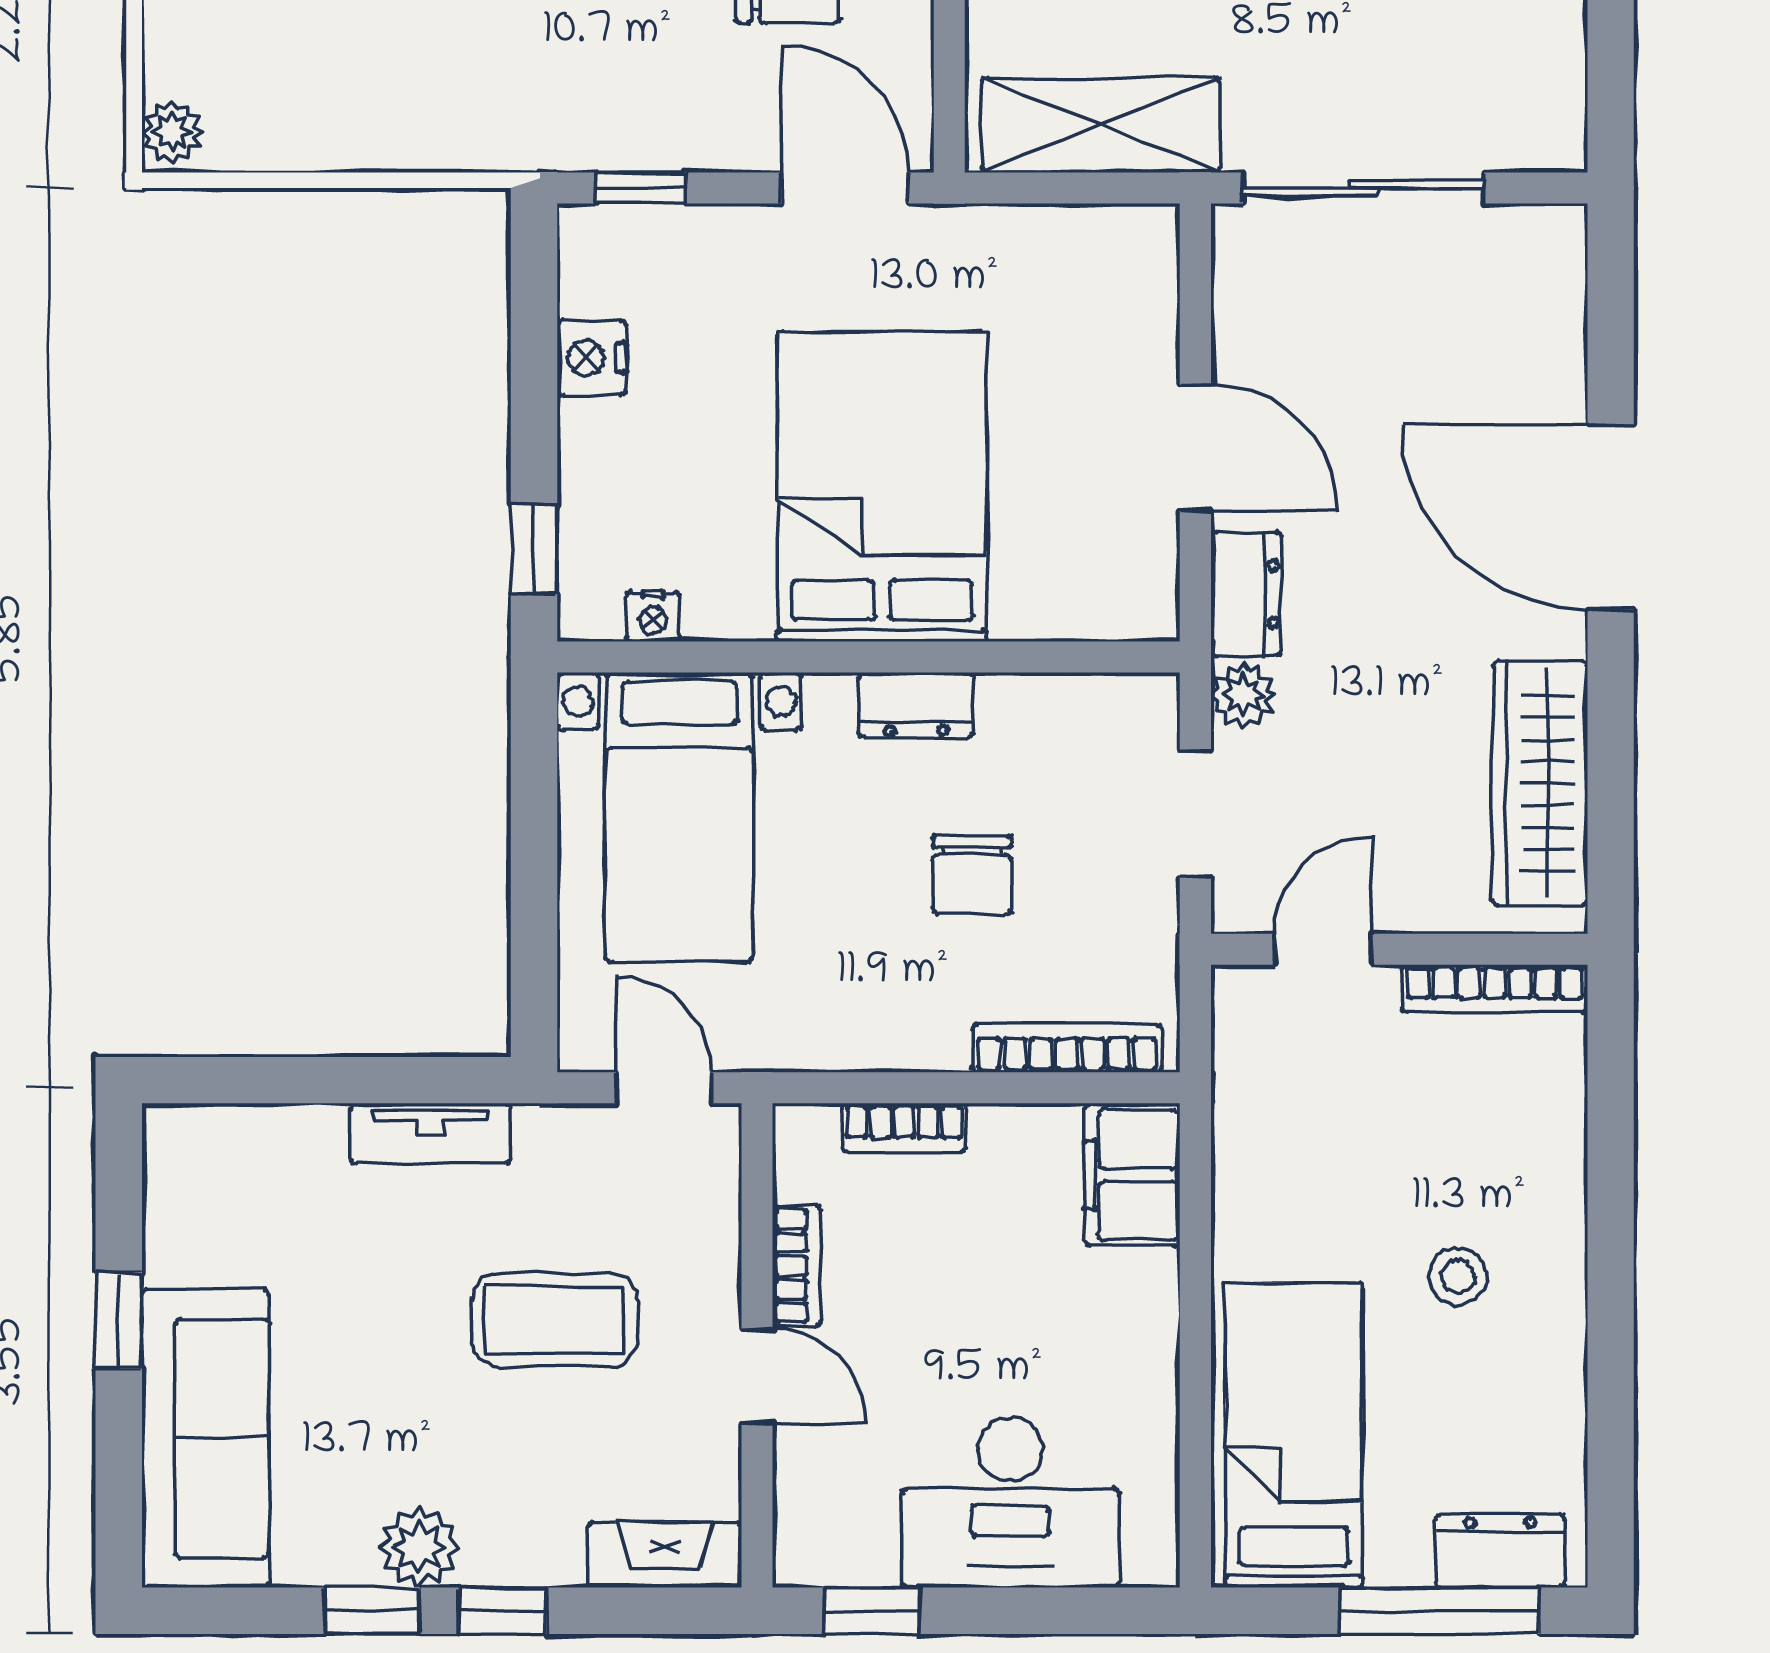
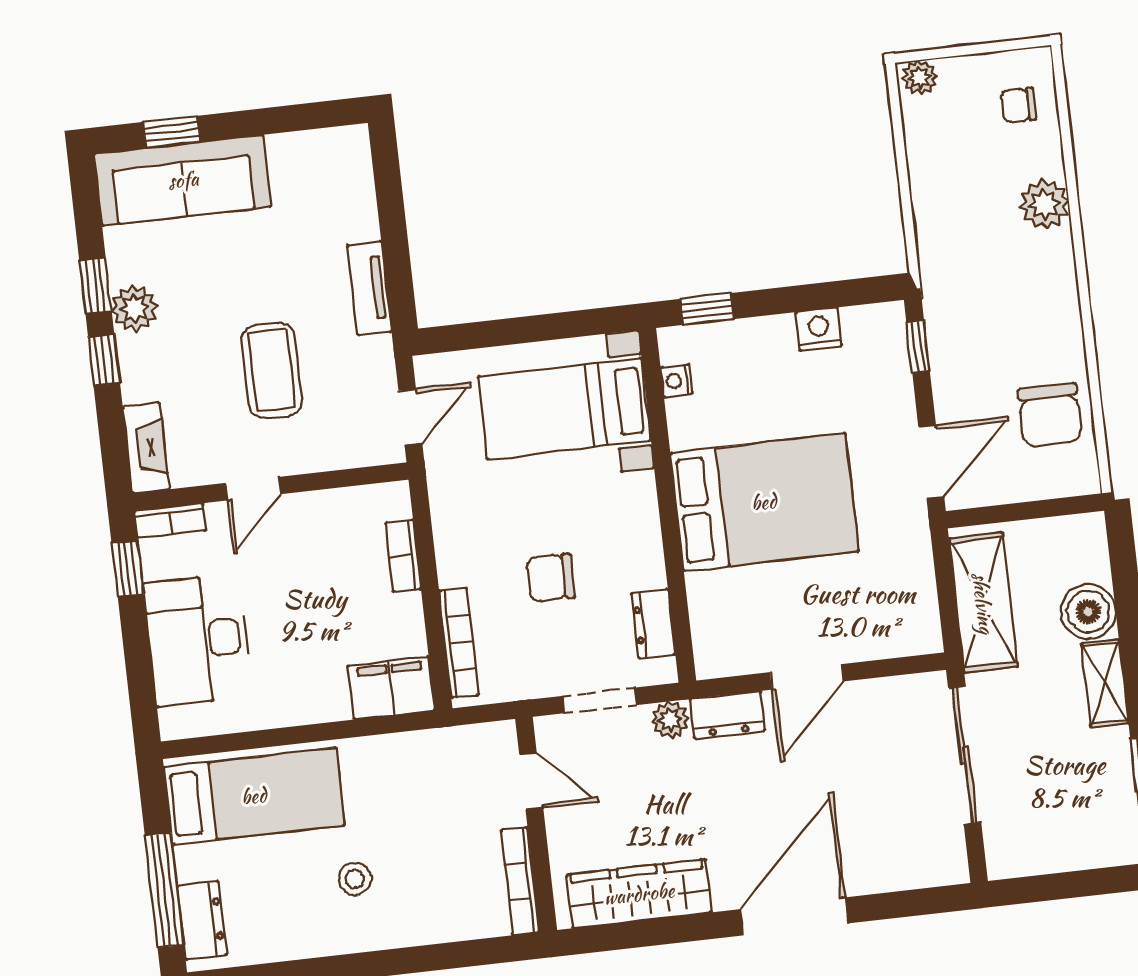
dresser: (916, 705) -> (653, 624), moved
bookcase: (797, 1266) -> (170, 521), moved
window: (119, 1321) -> (172, 132), moved

